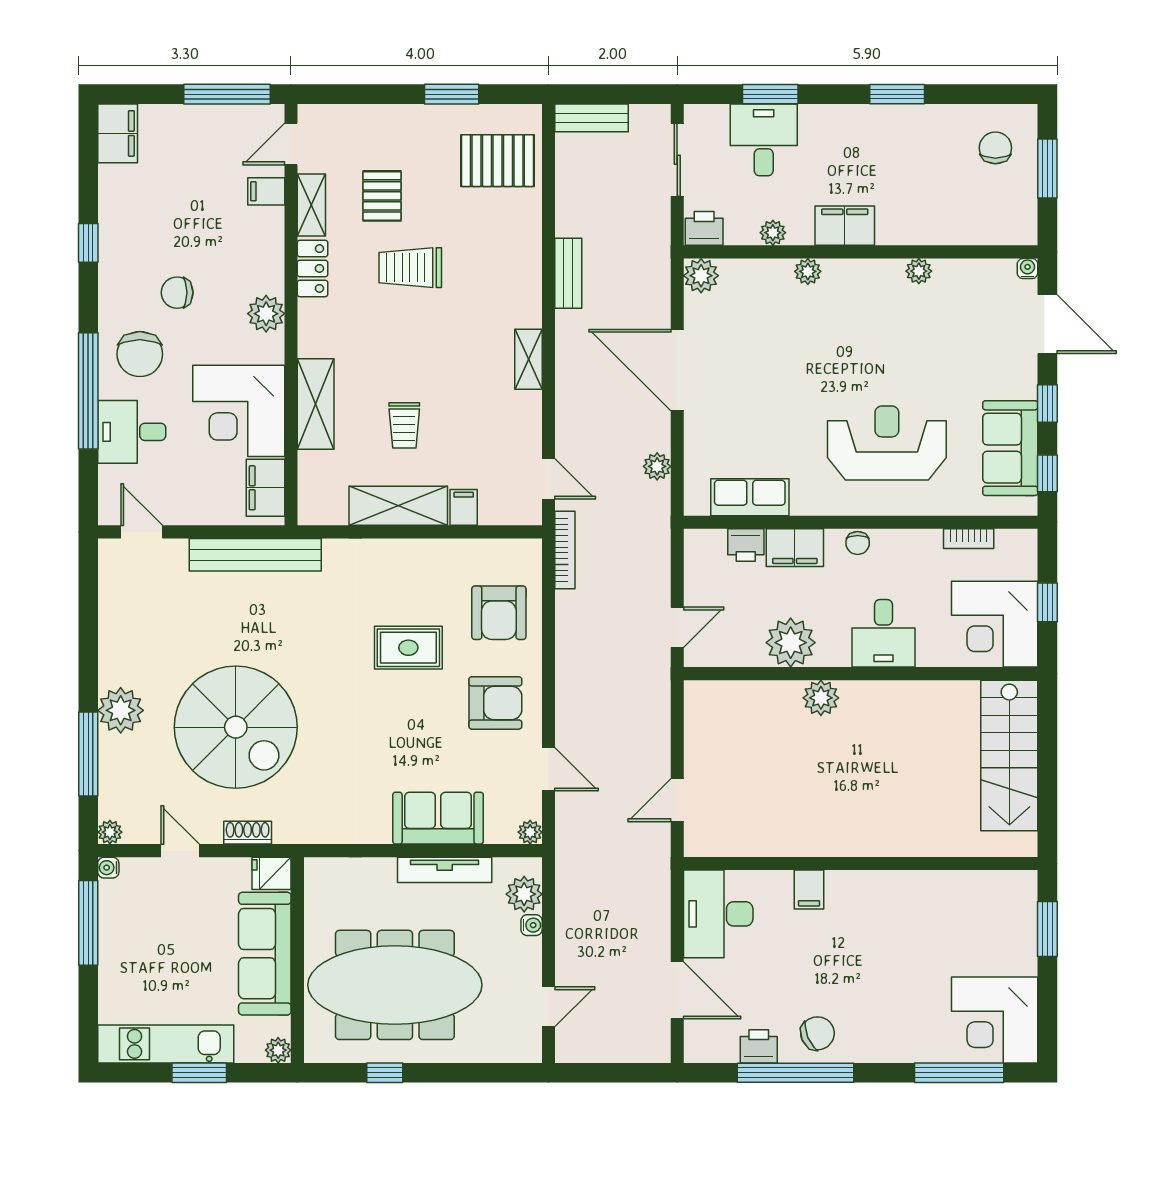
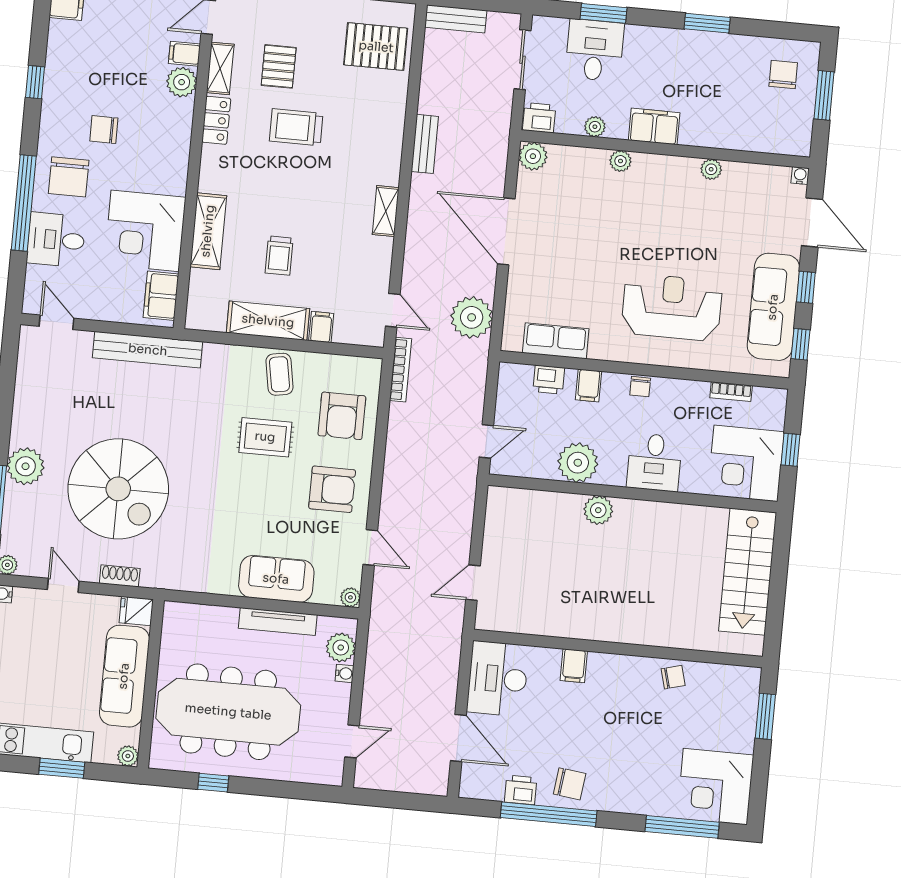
plant: (266, 314) -> (182, 82), moved
sofa: (1010, 448) -> (773, 307), width x1.36
plant: (657, 466) -> (472, 317), width x1.87, depth x1.87
filing cabinet: (795, 548) -> (589, 386), width x0.50
coffee table: (418, 569) -> (279, 374), added
chair: (931, 892) -> (673, 677), added
chair: (817, 1033) -> (570, 784), turned 30

